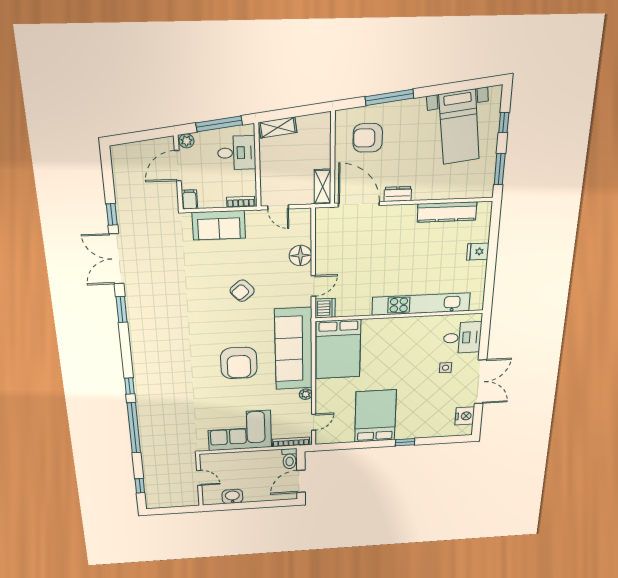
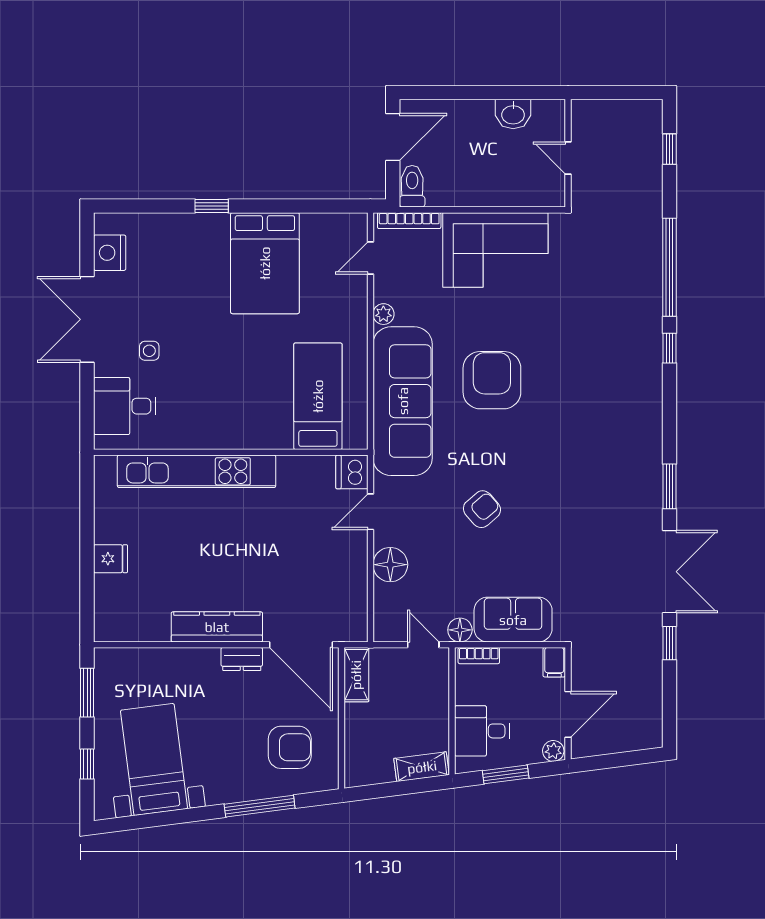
window: (219, 124) -> (506, 774), width x0.69
kitchen counter: (447, 212) -> (217, 627), moved
floor lamp: (254, 217) -> (460, 630), added
bed: (338, 349) -> (318, 396), width x0.67

